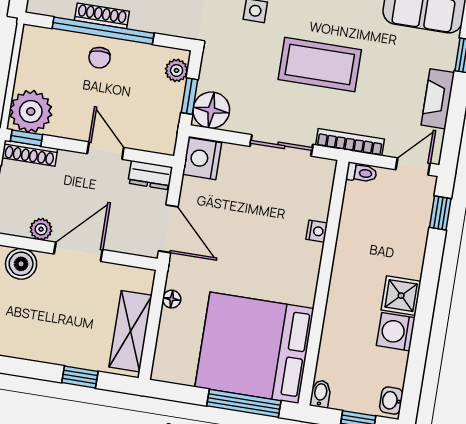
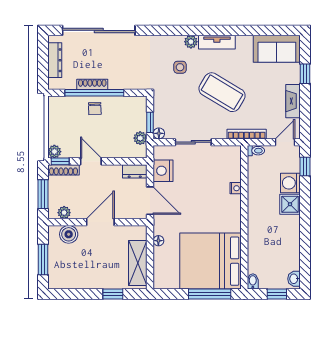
coffee table: (320, 65) -> (222, 92), turned 31
plant: (177, 70) -> (140, 138), moved
floor lamp: (211, 110) -> (159, 133), width x0.53, depth x0.53
plant: (31, 111) -> (54, 152), width x0.53, depth x0.53
sliding door: (281, 145) -> (193, 142), moved
door: (106, 151) -> (91, 161), moved
nightstand: (202, 159) -> (163, 171), moved
plant: (41, 229) -> (64, 213), moved
shower: (401, 296) -> (290, 204), moved
washing machine: (396, 332) -> (290, 183), moved

